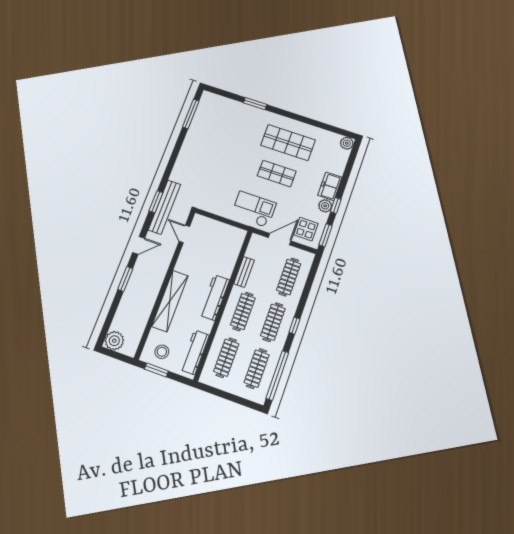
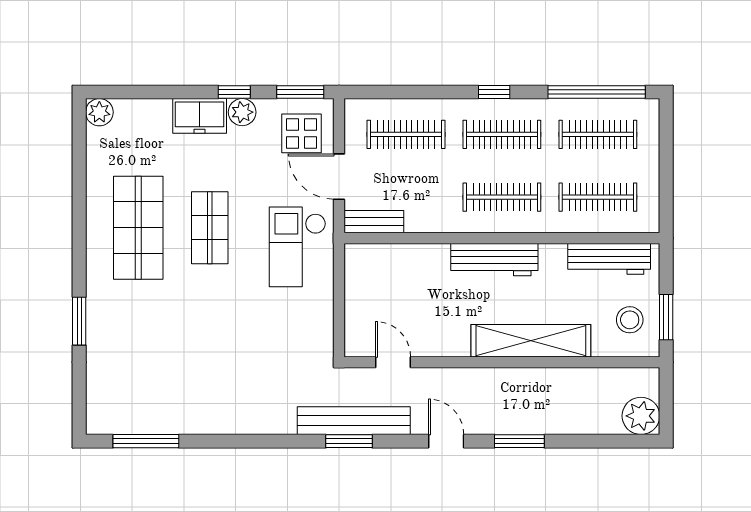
door: (184, 234) -> (393, 362), swing flipped
bench: (244, 272) -> (374, 222), moved

